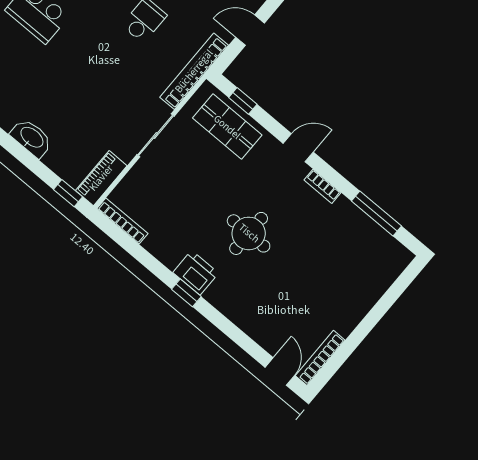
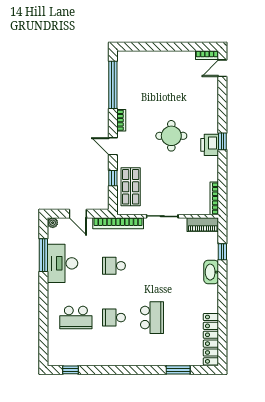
window: (243, 101) -> (113, 178), moved
window: (68, 193) -> (222, 252), moved
window: (376, 214) -> (113, 85), width x1.46
bookcase: (320, 358) -> (207, 55), width x0.64

